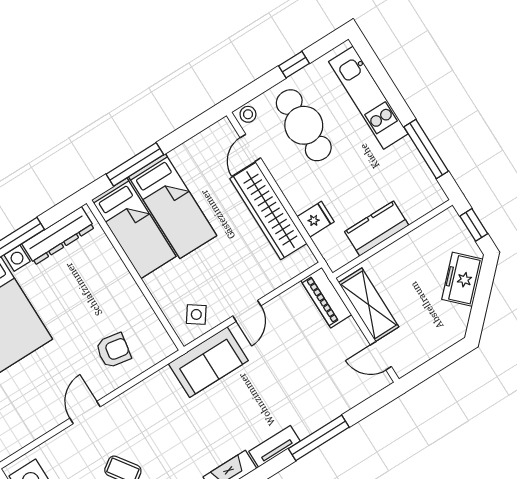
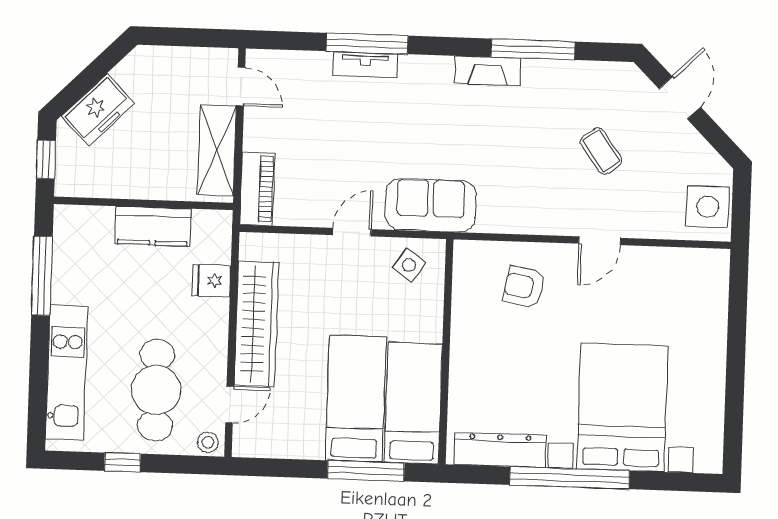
tv unit: (274, 446) -> (365, 65), moved

